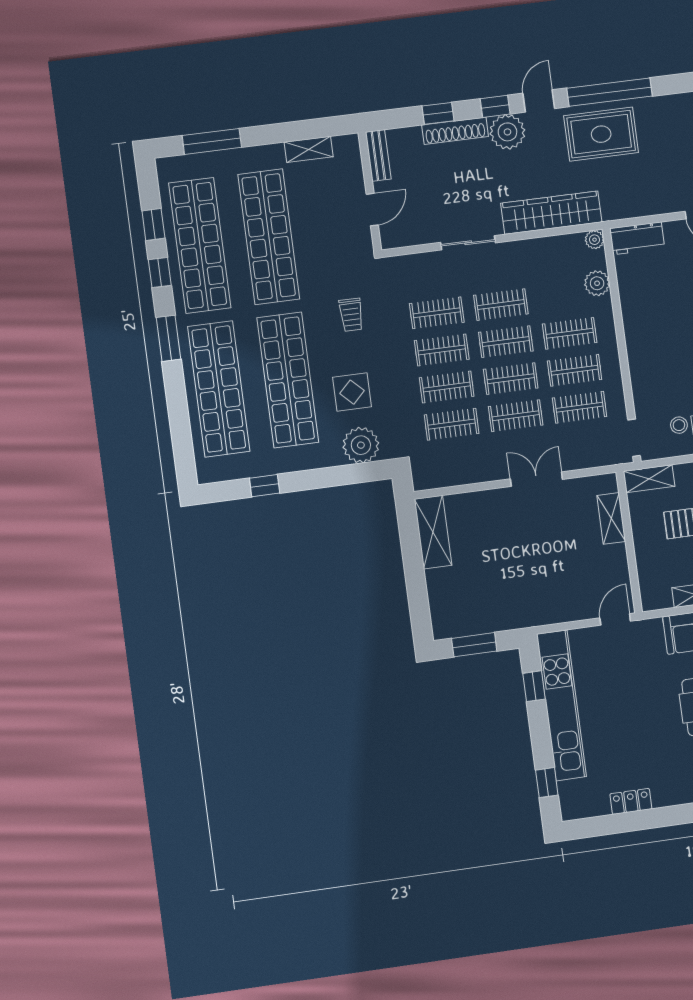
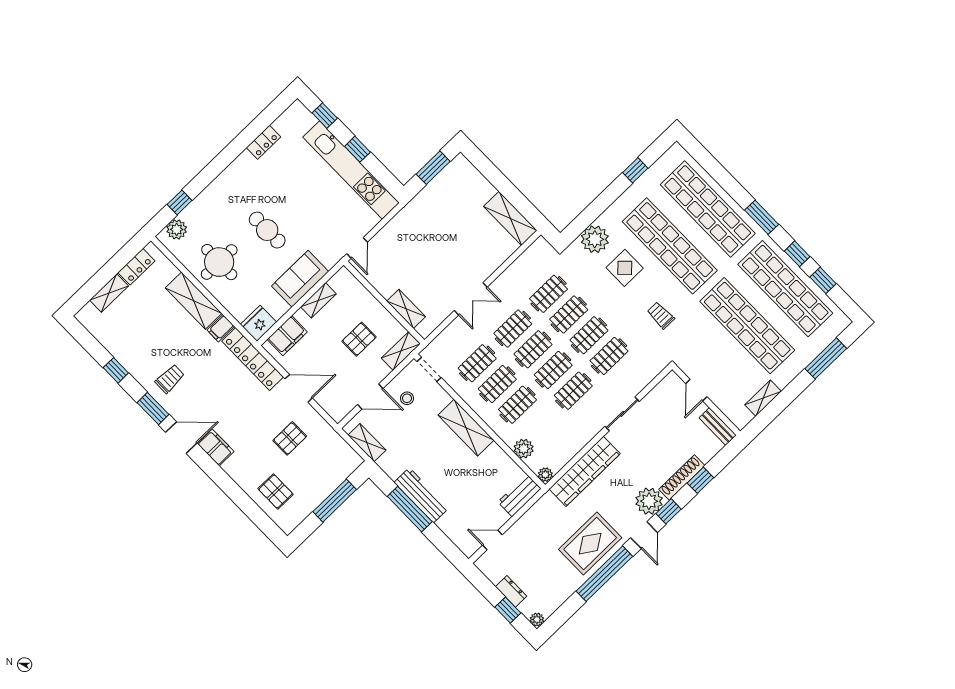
shelving: (641, 349) -> (466, 428), added
window: (534, 686) -> (357, 149), moved

